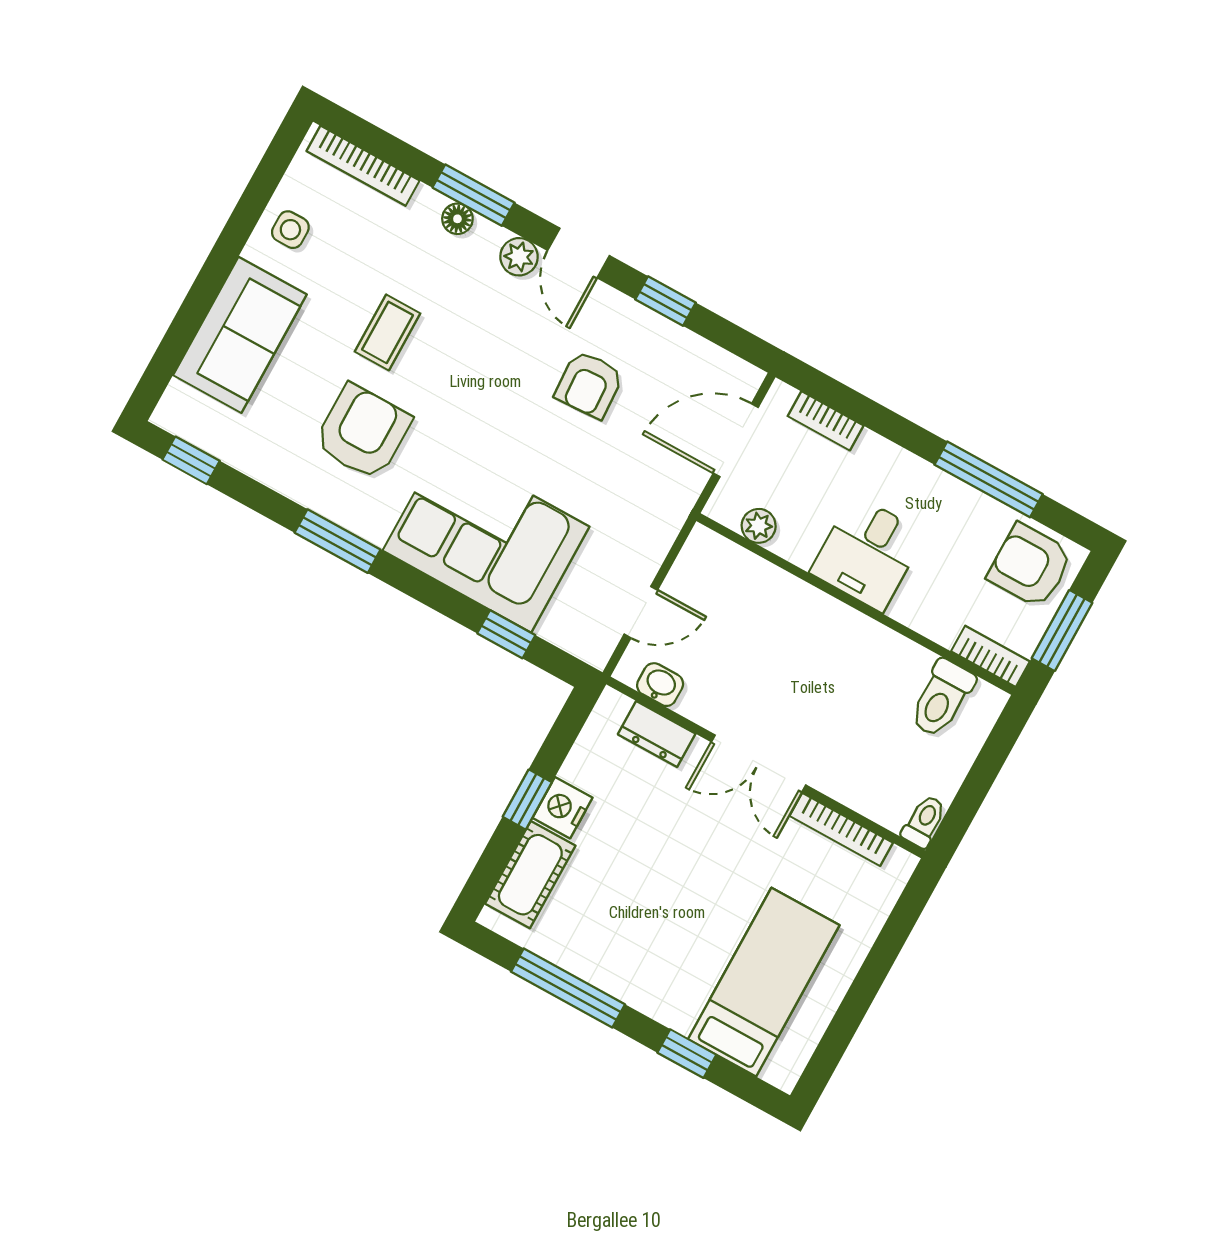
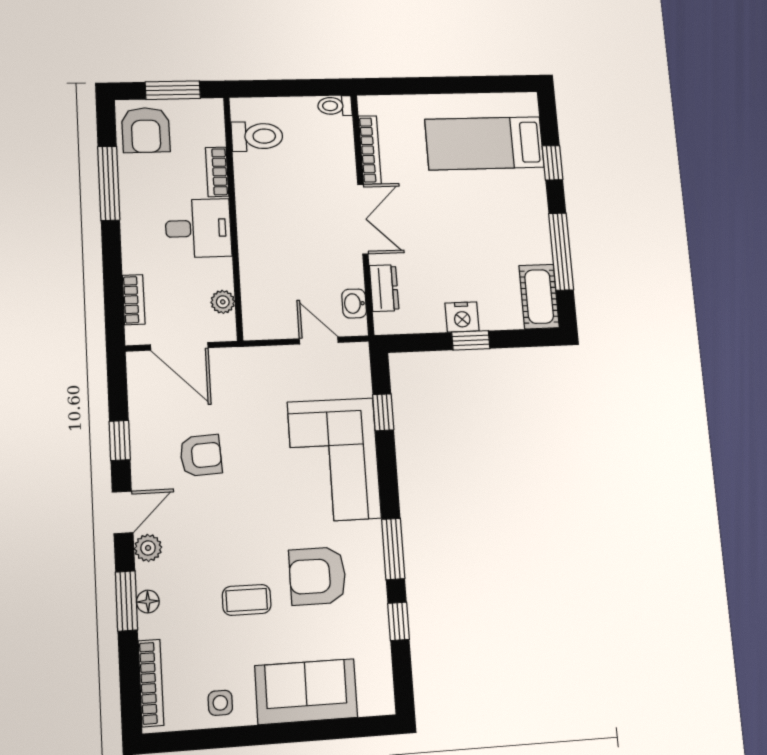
window: (191, 460) -> (398, 621), moved
bookcase: (990, 656) -> (217, 172), moved
cot: (530, 875) -> (539, 297), moved, turned 90

